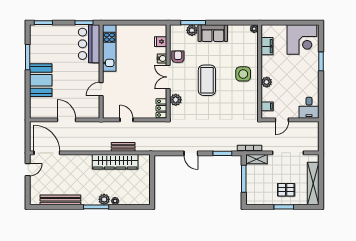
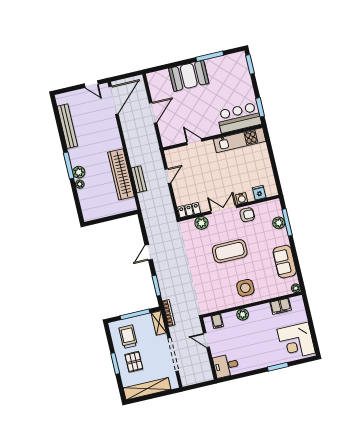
sofa: (213, 33) -> (285, 262), moved
trolley: (262, 190) -> (128, 337), added

